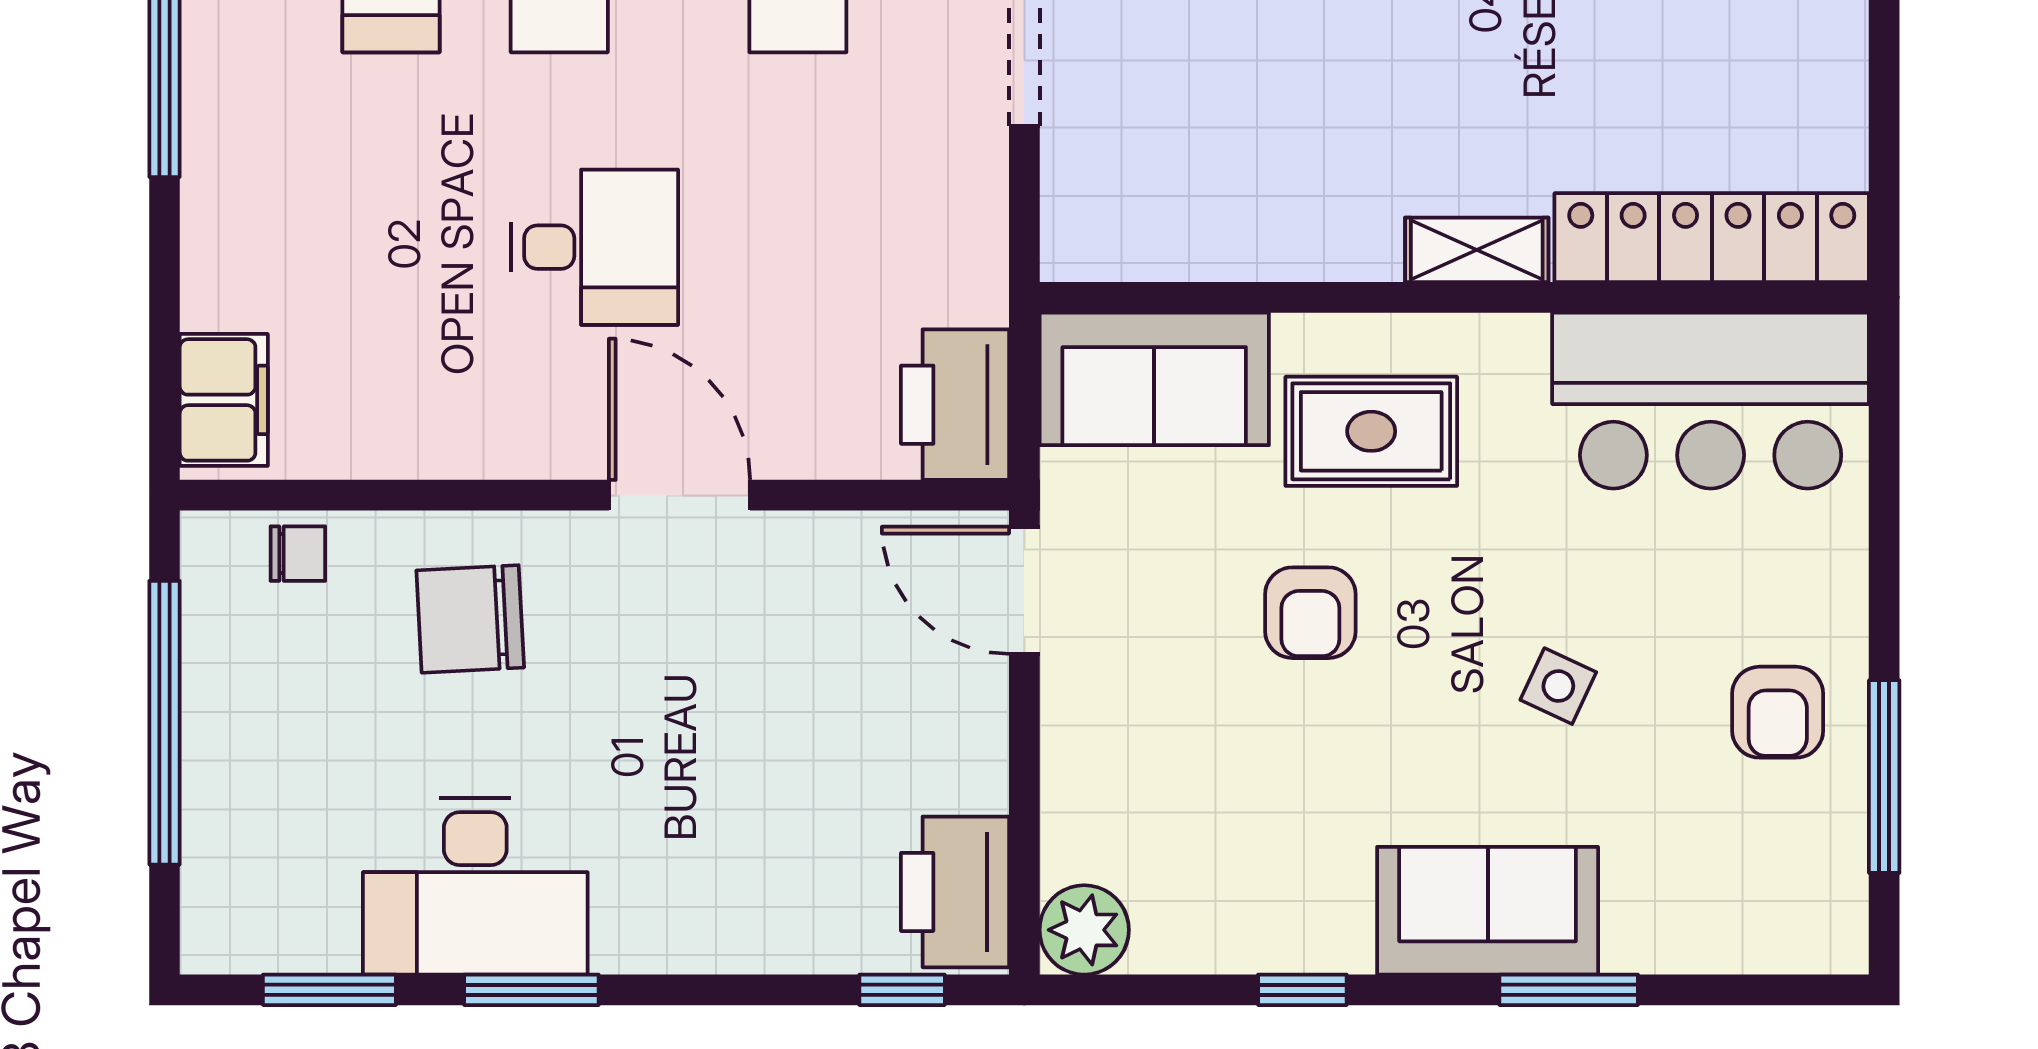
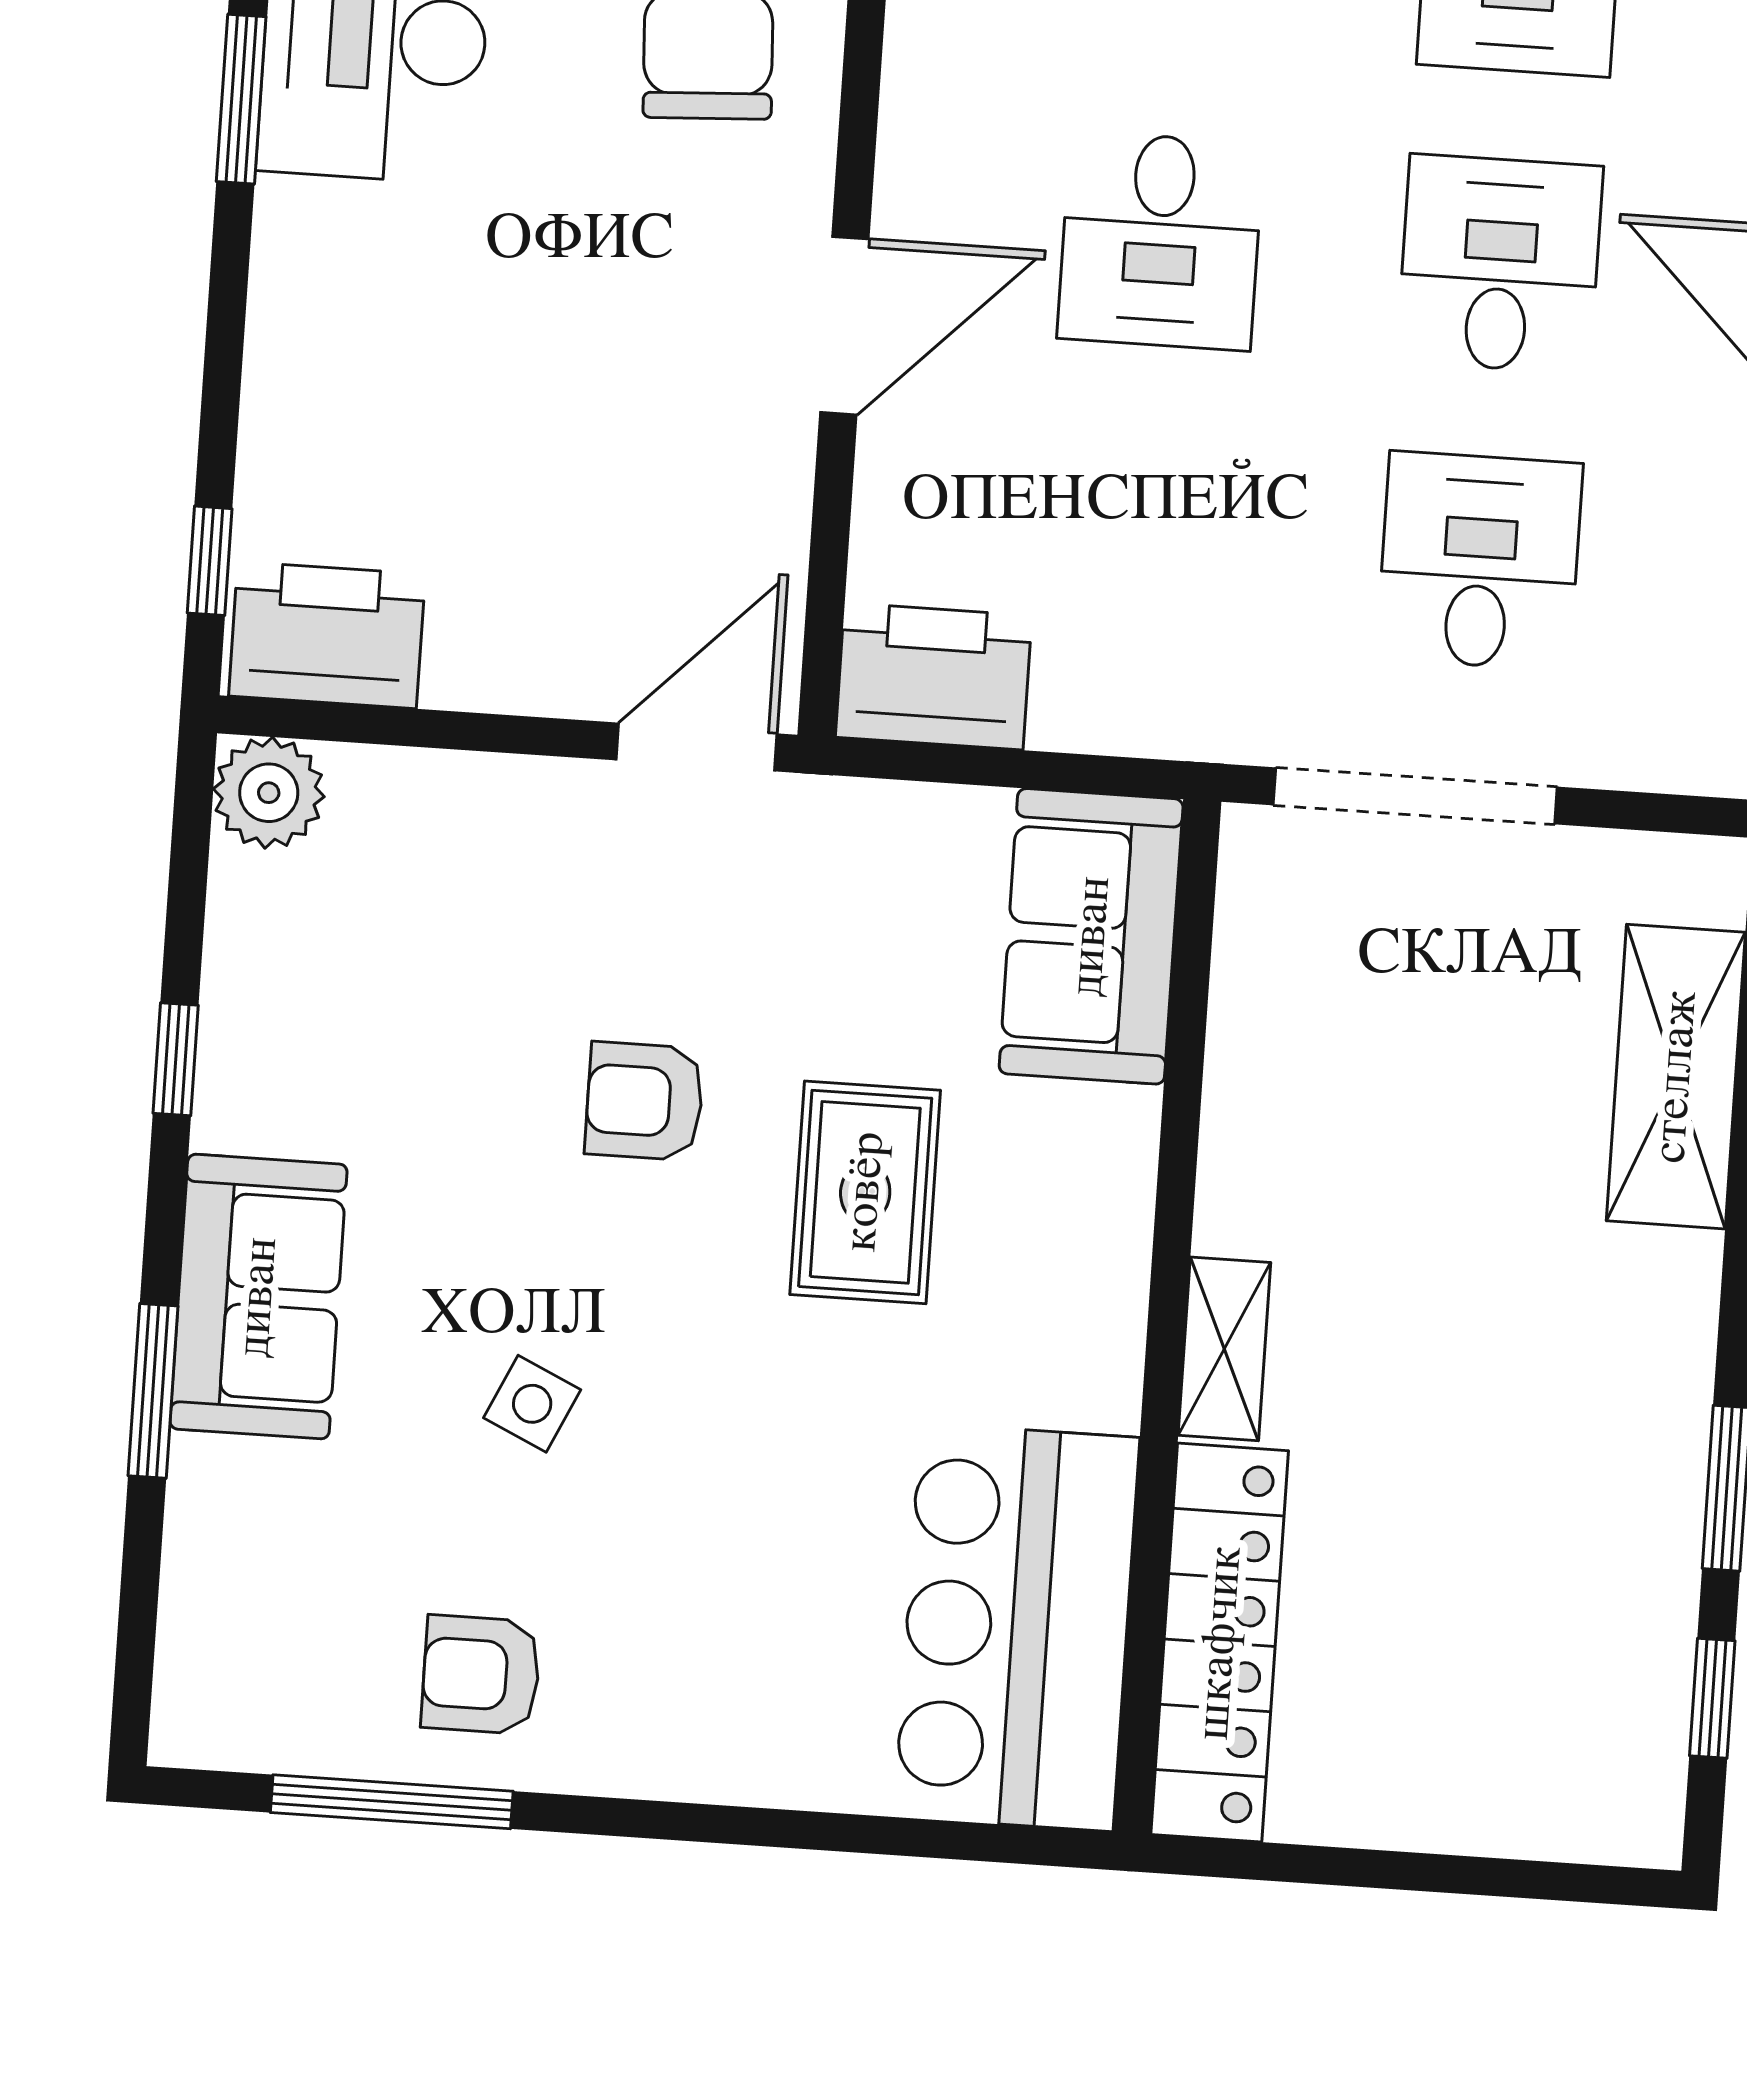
locker: (1712, 238) -> (1220, 1643), moved
shelving: (1477, 250) -> (1224, 1349), moved
wall: (1454, 297) -> (1167, 1317), moved
sofa: (1154, 379) -> (1091, 936), moved
bar counter: (1711, 401) -> (1017, 1627), moved

